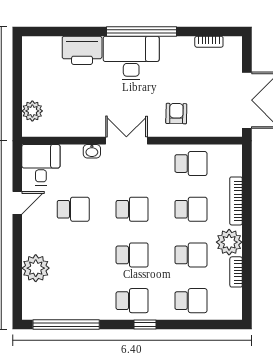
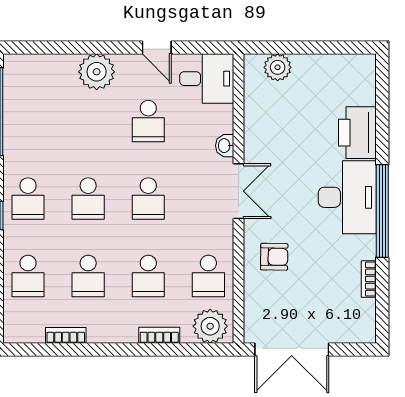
bookcase: (209, 42) -> (369, 279), moved
bookcase: (236, 201) -> (159, 335), width x0.64
plant: (229, 242) -> (210, 326), moved
plant: (36, 268) -> (97, 72), moved

